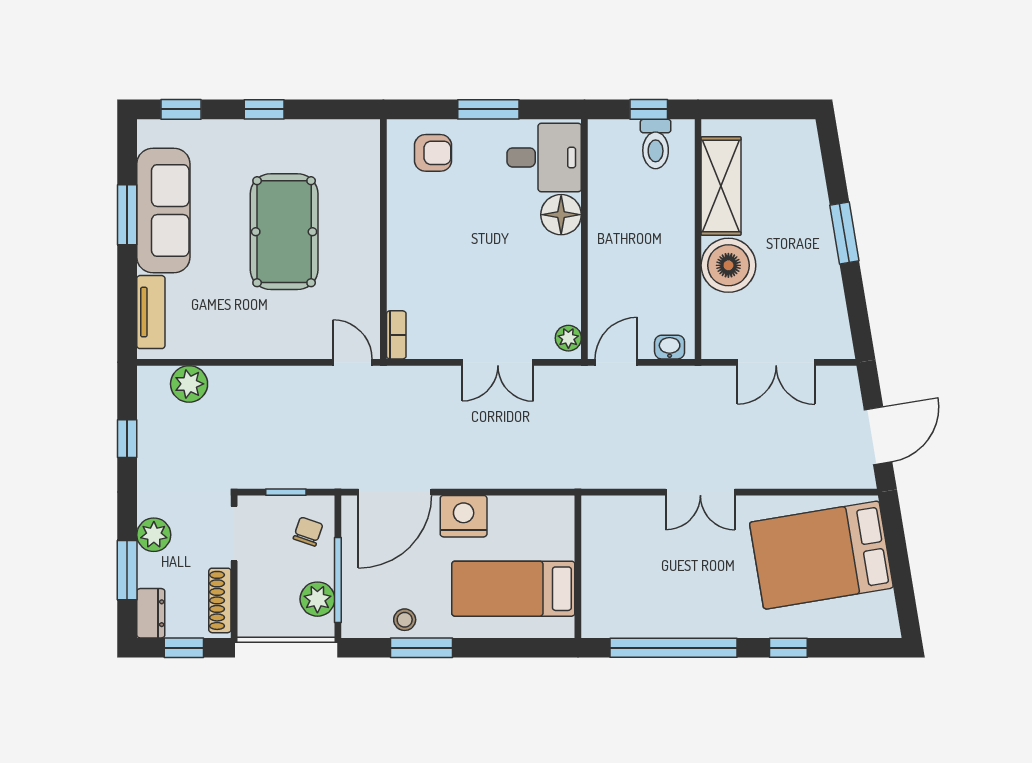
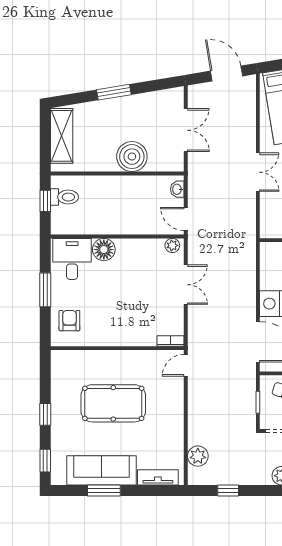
shelving: (721, 186) -> (62, 136), moved, turned 90

